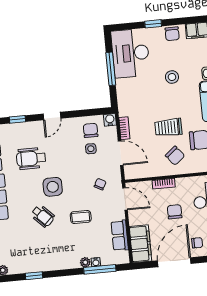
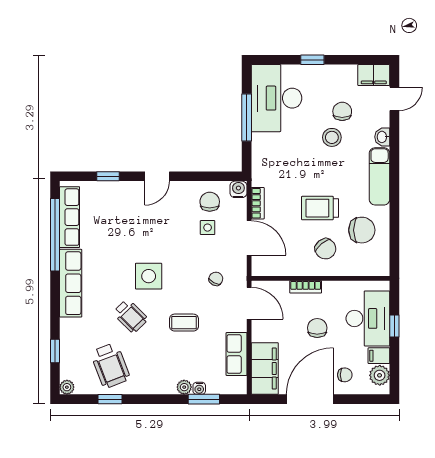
chair: (172, 34) -> (342, 111), moved, turned 180
wheelchair: (31, 158) -> (110, 365), moved, turned -111
window: (100, 269) -> (204, 399), width x0.69

